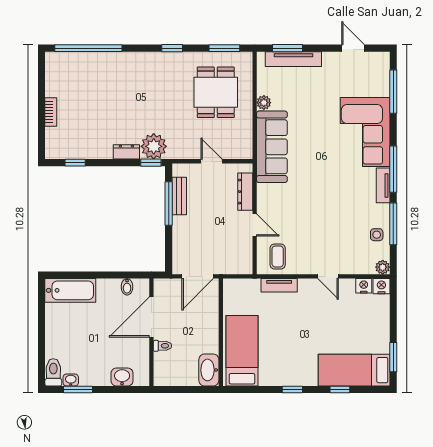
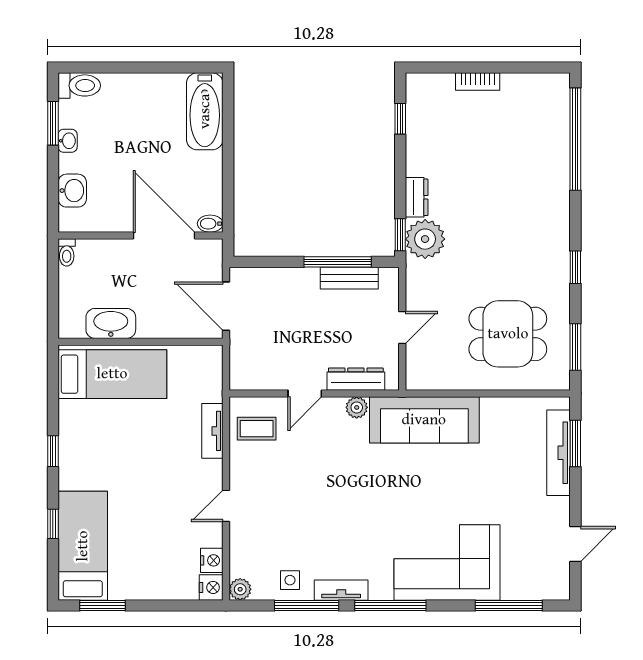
plant: (264, 103) -> (357, 407), moved
tv unit: (383, 185) -> (341, 590), moved
bidet: (127, 287) -> (210, 224), moved
toilet: (162, 346) -> (67, 252), moved
washbasin: (209, 370) -> (111, 323), moved
washbasin: (71, 380) -> (68, 141), moved

